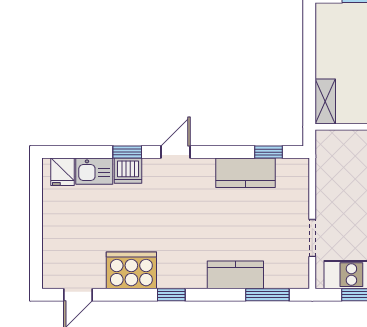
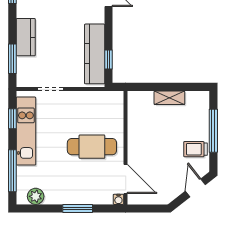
shelving: (325, 101) -> (169, 98), moved
kitchen counter: (245, 173) -> (95, 54), width x1.50

